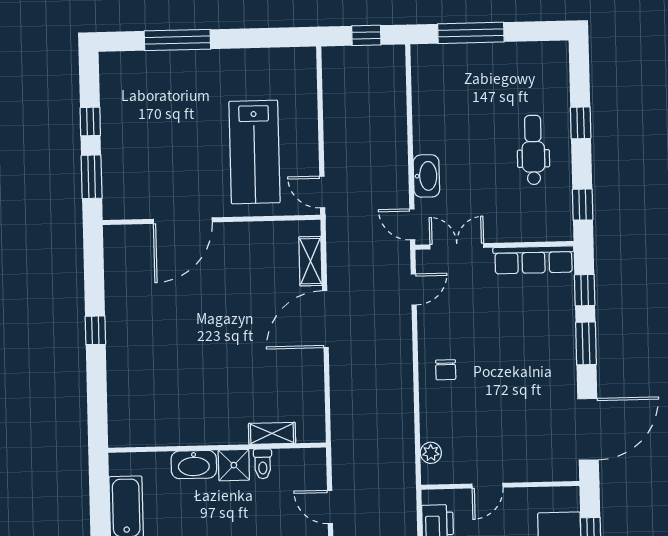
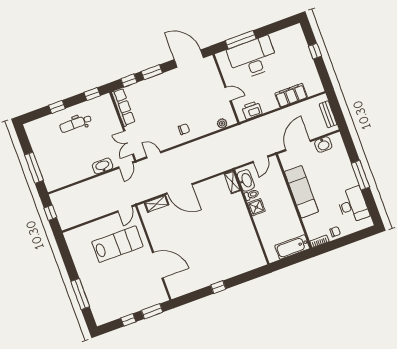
shelving: (272, 433) -> (232, 182), moved
washbasin: (194, 465) -> (246, 180), moved

